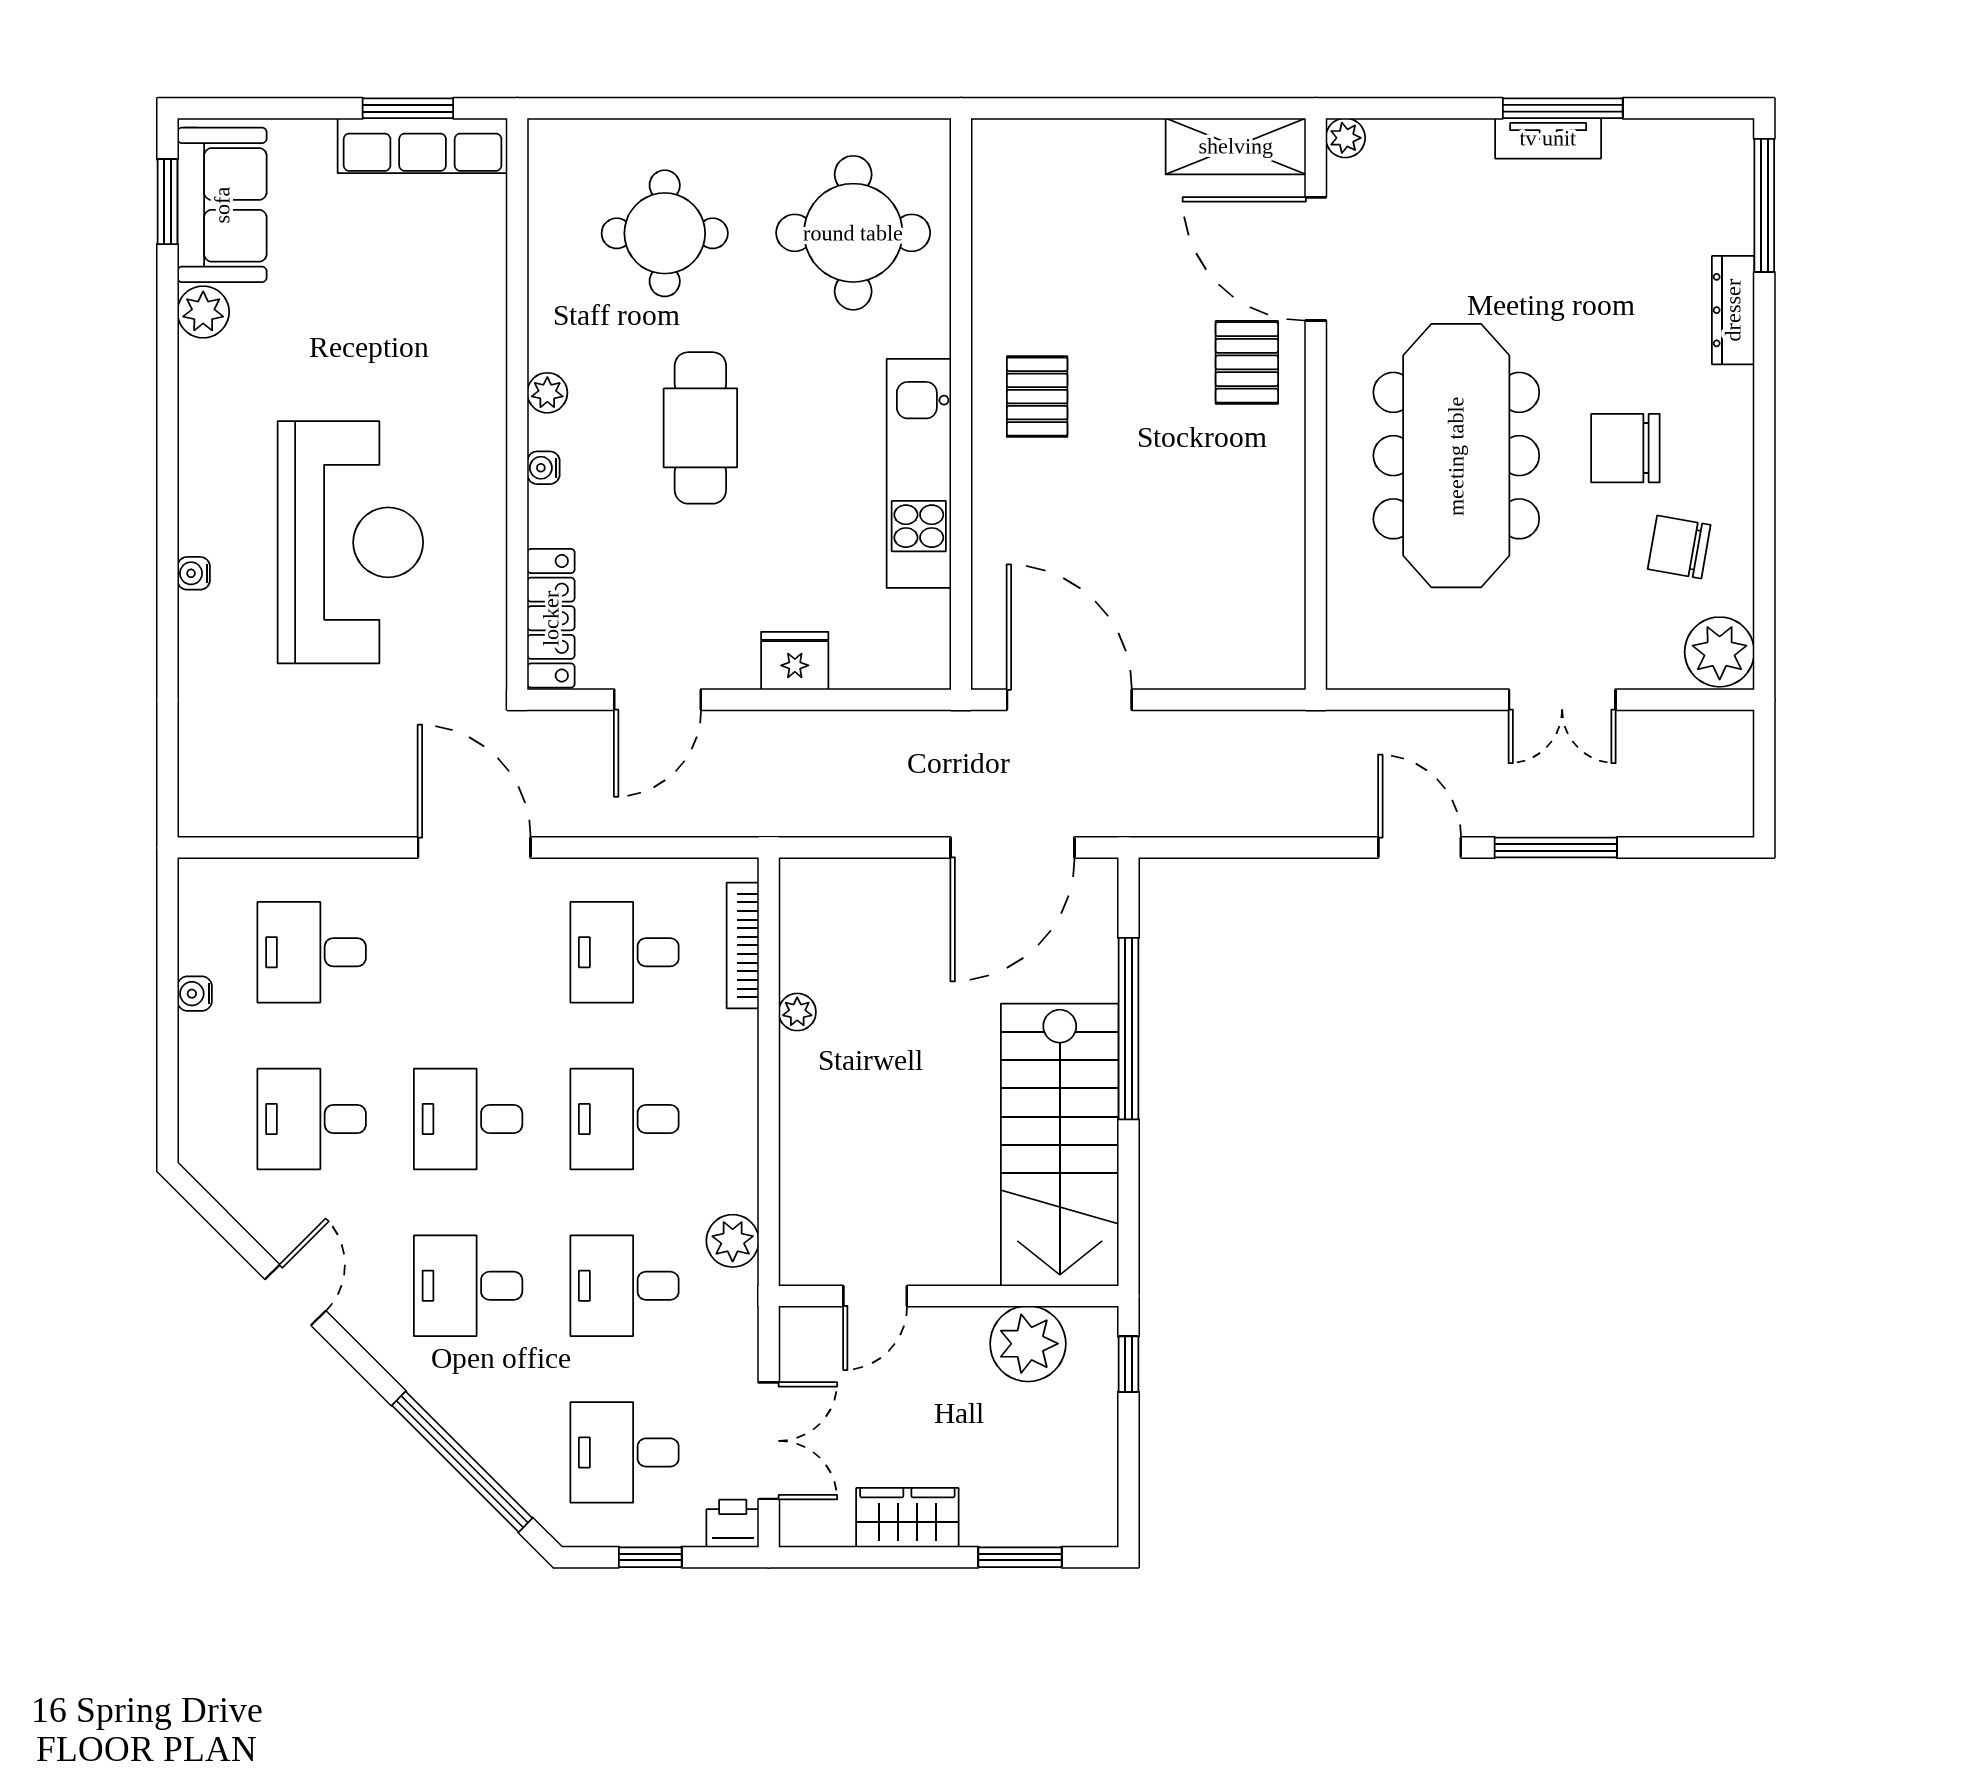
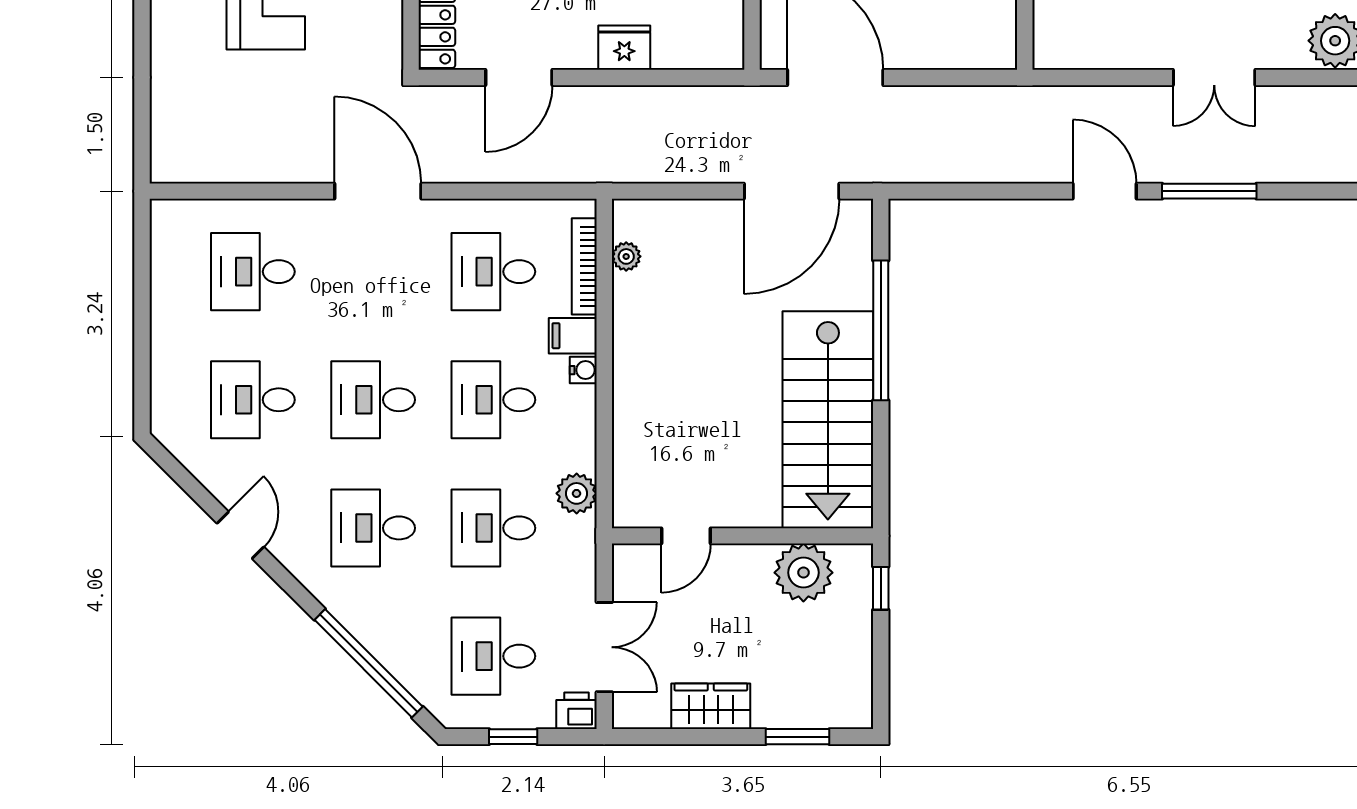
water cooler: (195, 994) -> (583, 370), moved, turned 180
plant: (797, 1012) -> (626, 256), moved
filing cabinet: (728, 1036) -> (573, 336), added

